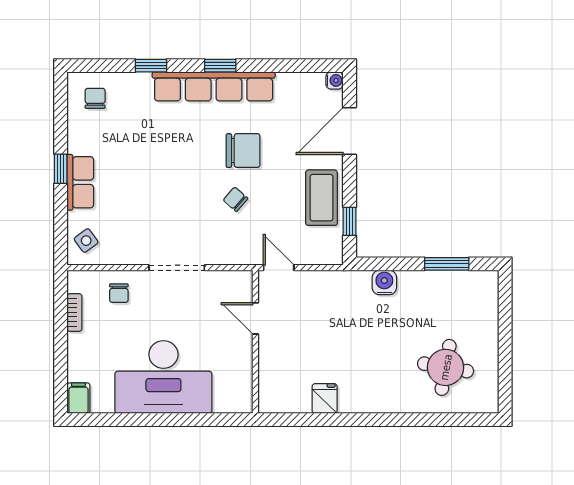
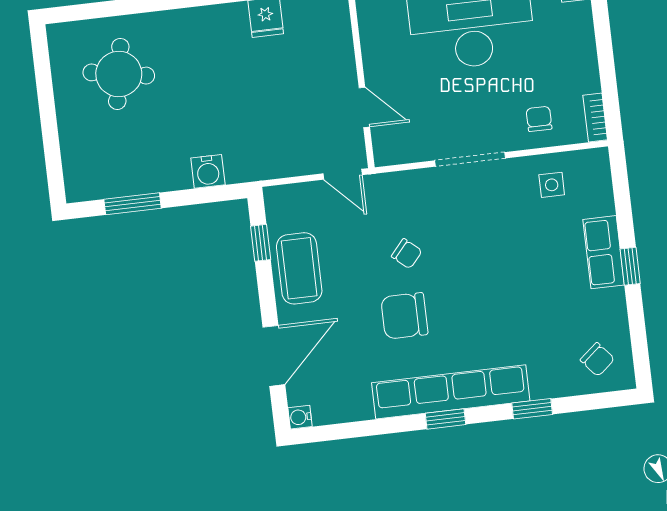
chair: (95, 98) -> (597, 359), turned -40
side table: (86, 241) -> (552, 185), moved, turned 36
bookcase: (74, 312) -> (595, 118), moved

